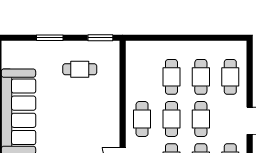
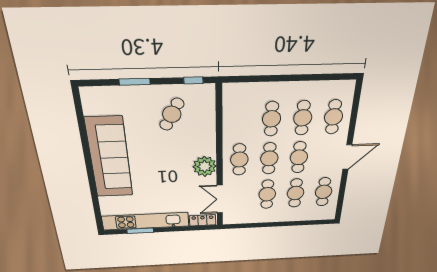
window: (100, 38) -> (193, 80), width x0.67
cafe table: (80, 69) -> (172, 114), turned -61
plant: (108, 125) -> (205, 166), added

